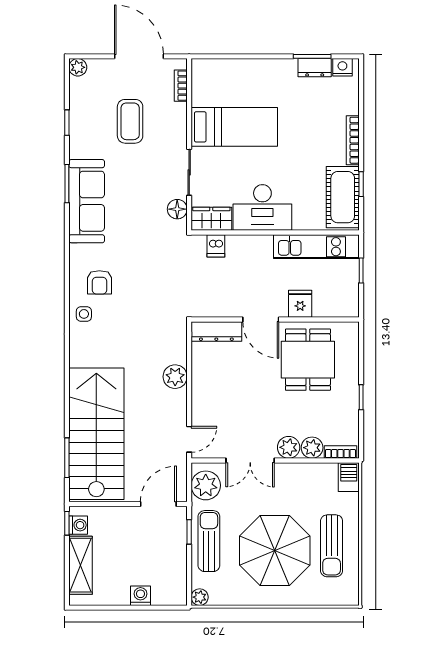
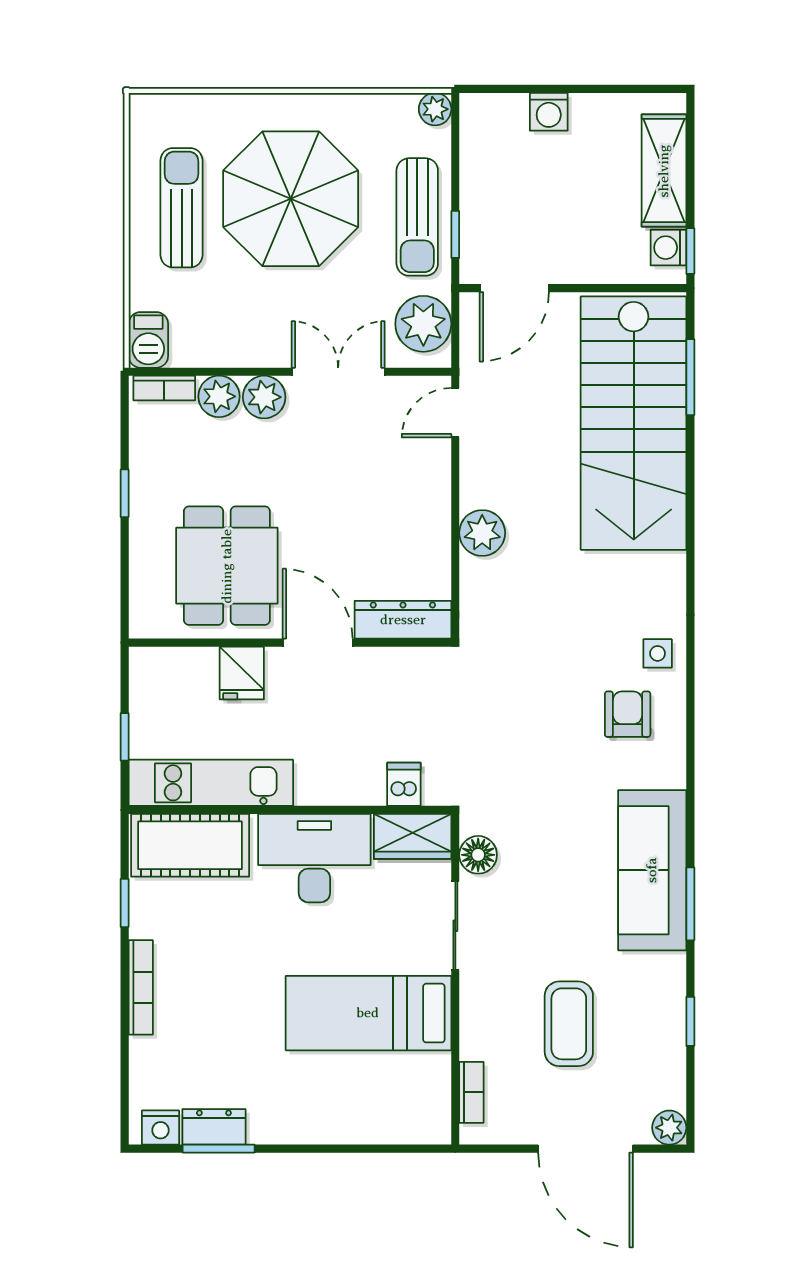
door: (139, 56) -> (586, 1149), moved
cot: (343, 197) -> (190, 845), moved, turned 90

